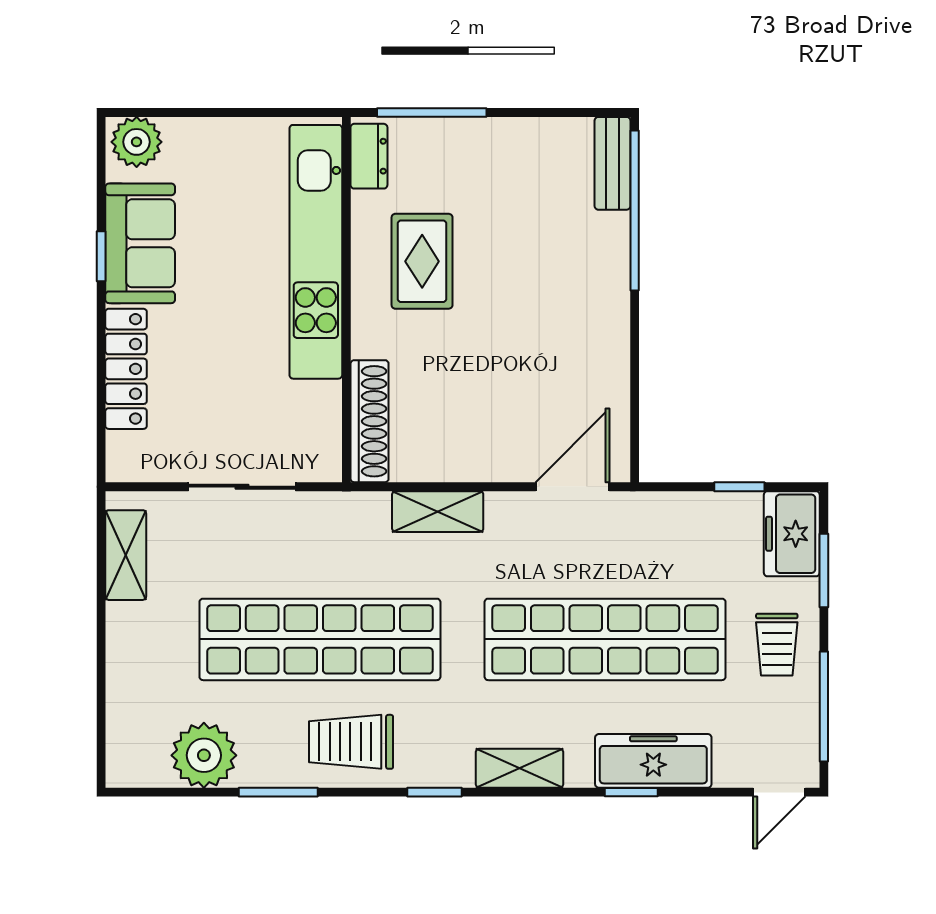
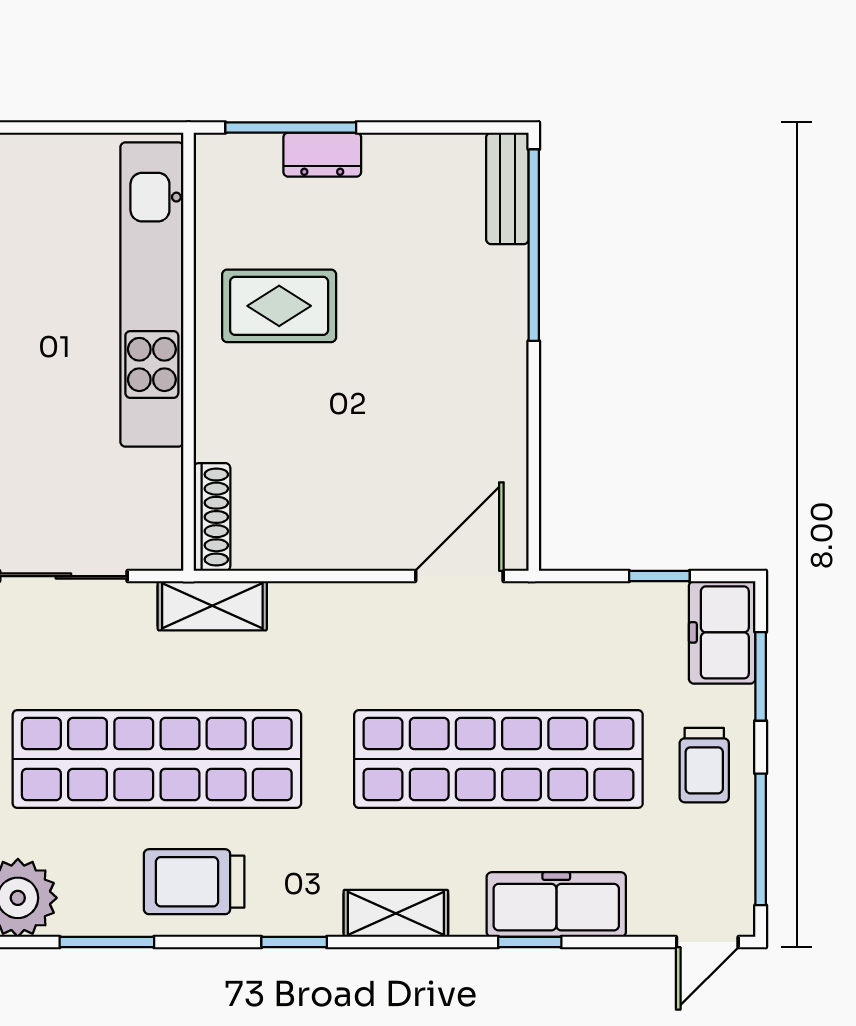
dresser: (369, 156) -> (322, 155), moved, turned 90
rug: (422, 261) -> (279, 306), turned 90
shoe rack: (370, 421) -> (212, 517), width x0.74, depth x0.81
shelving: (438, 512) -> (212, 606), moved

